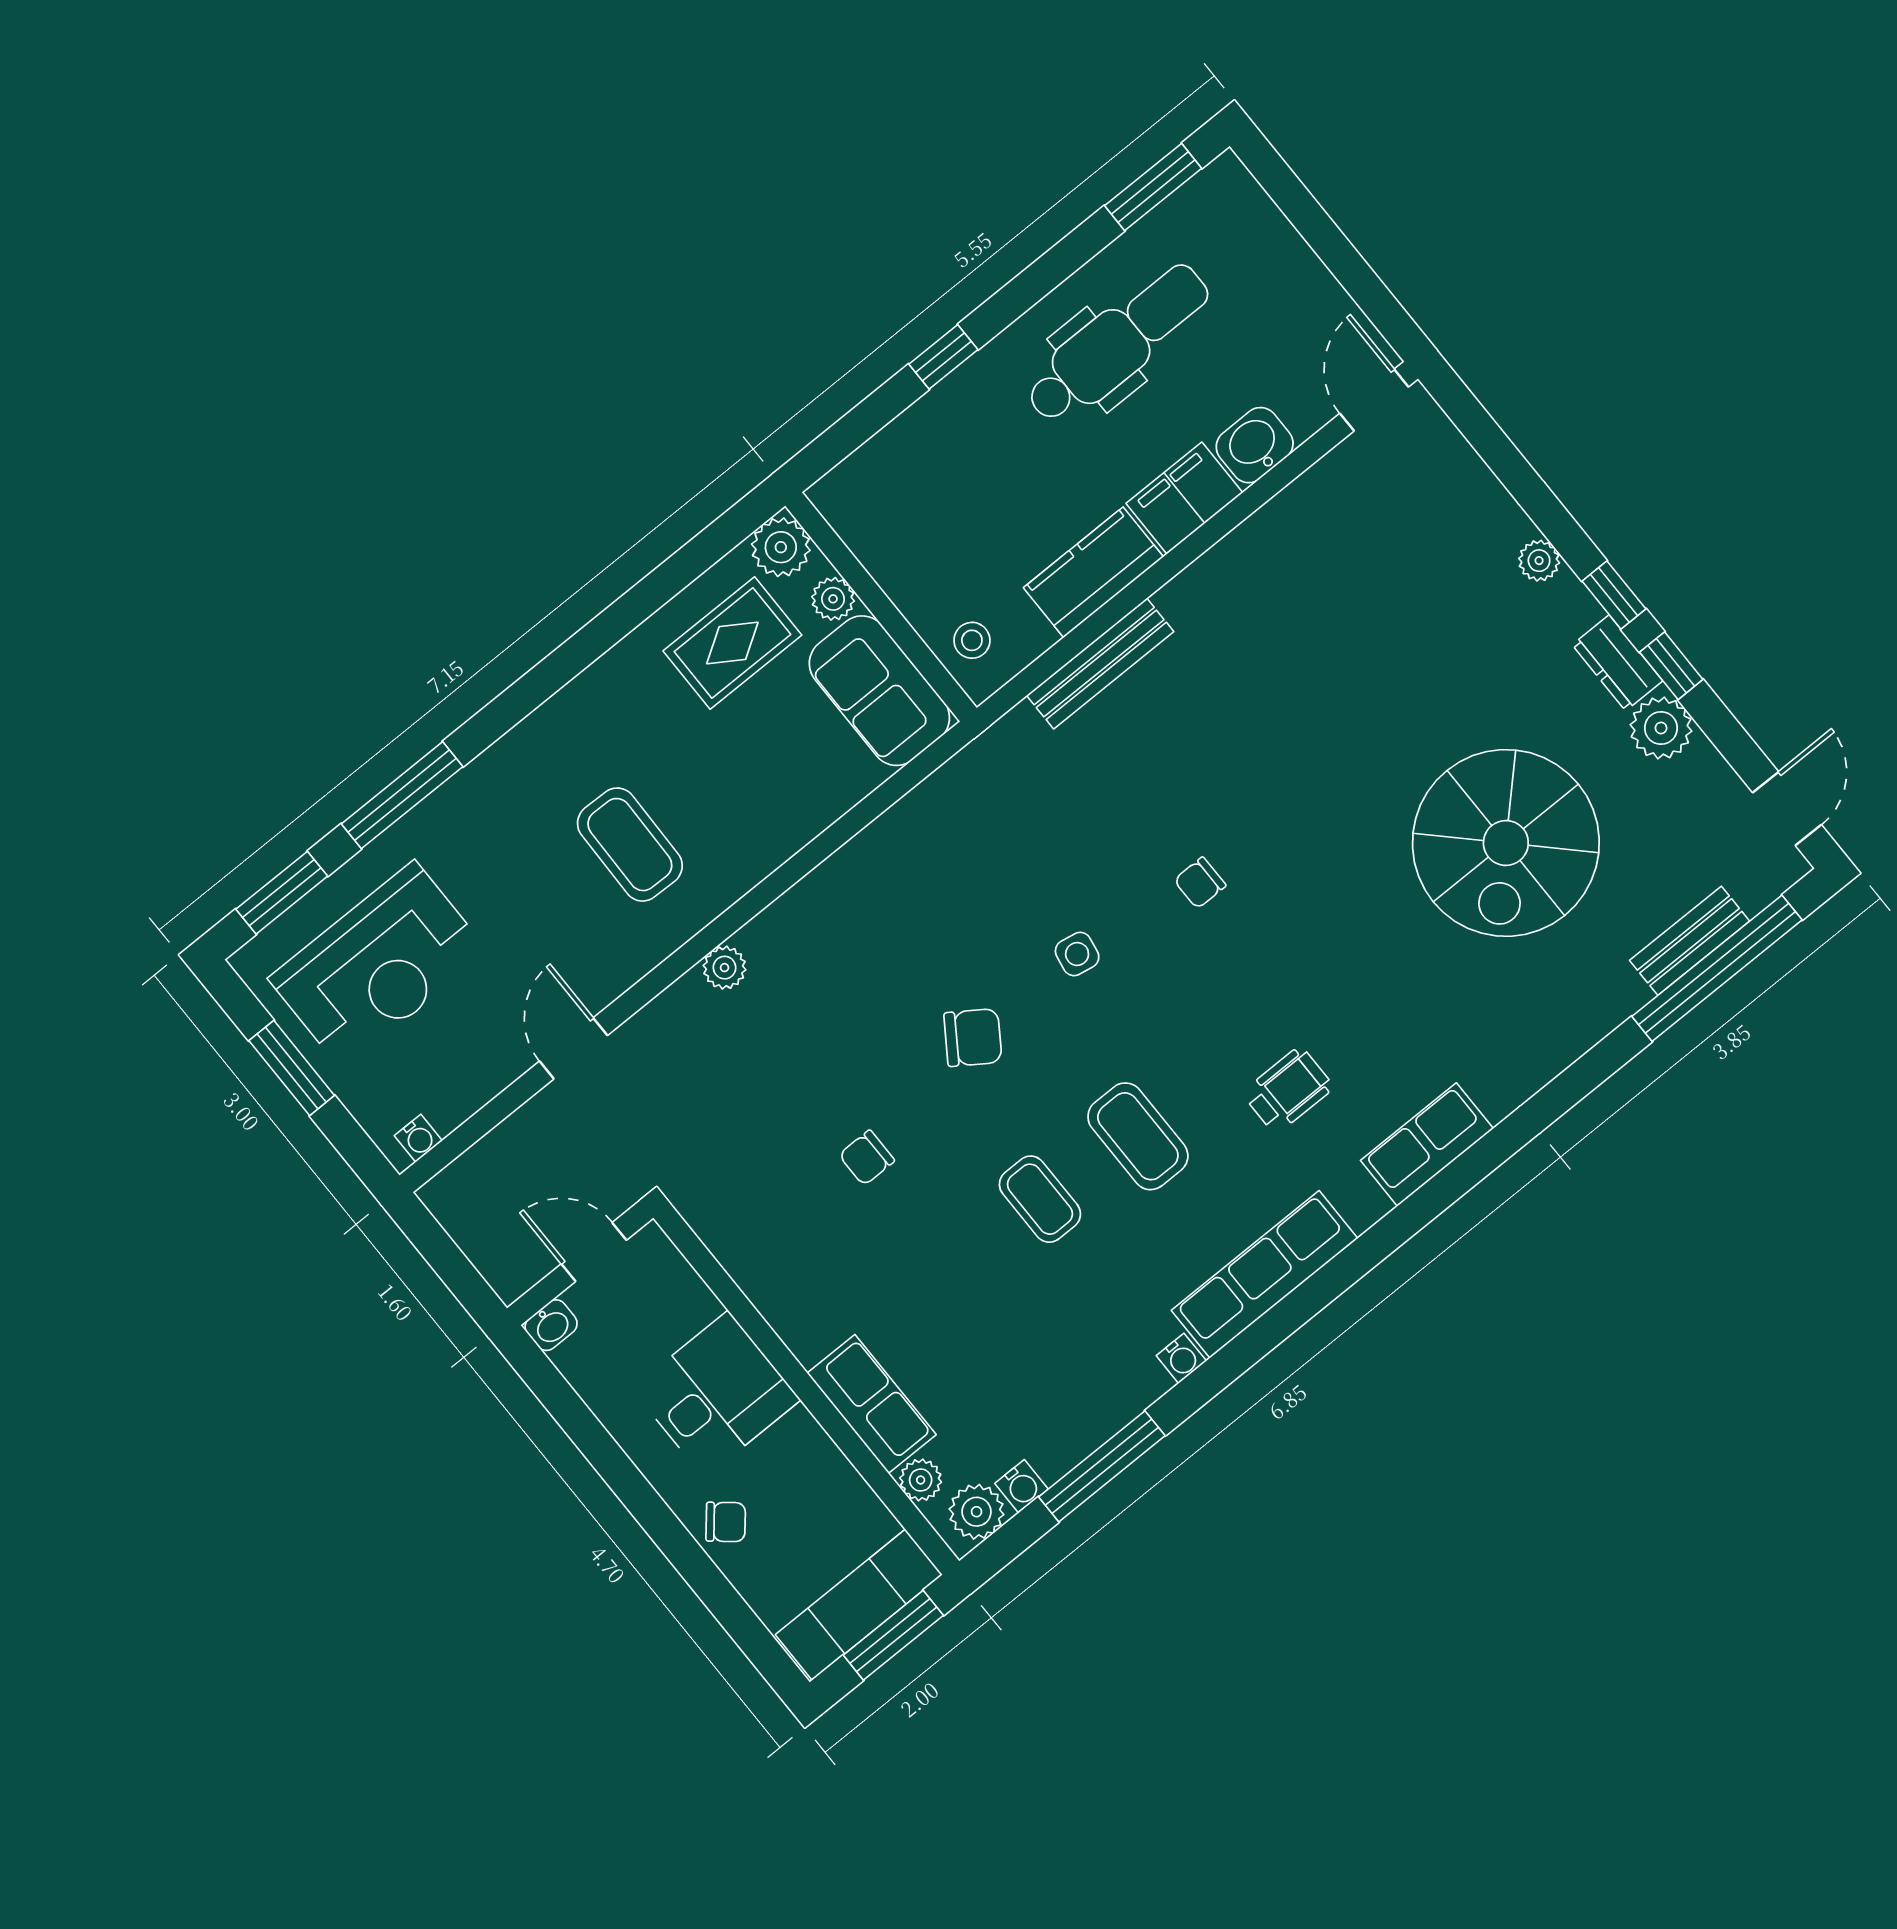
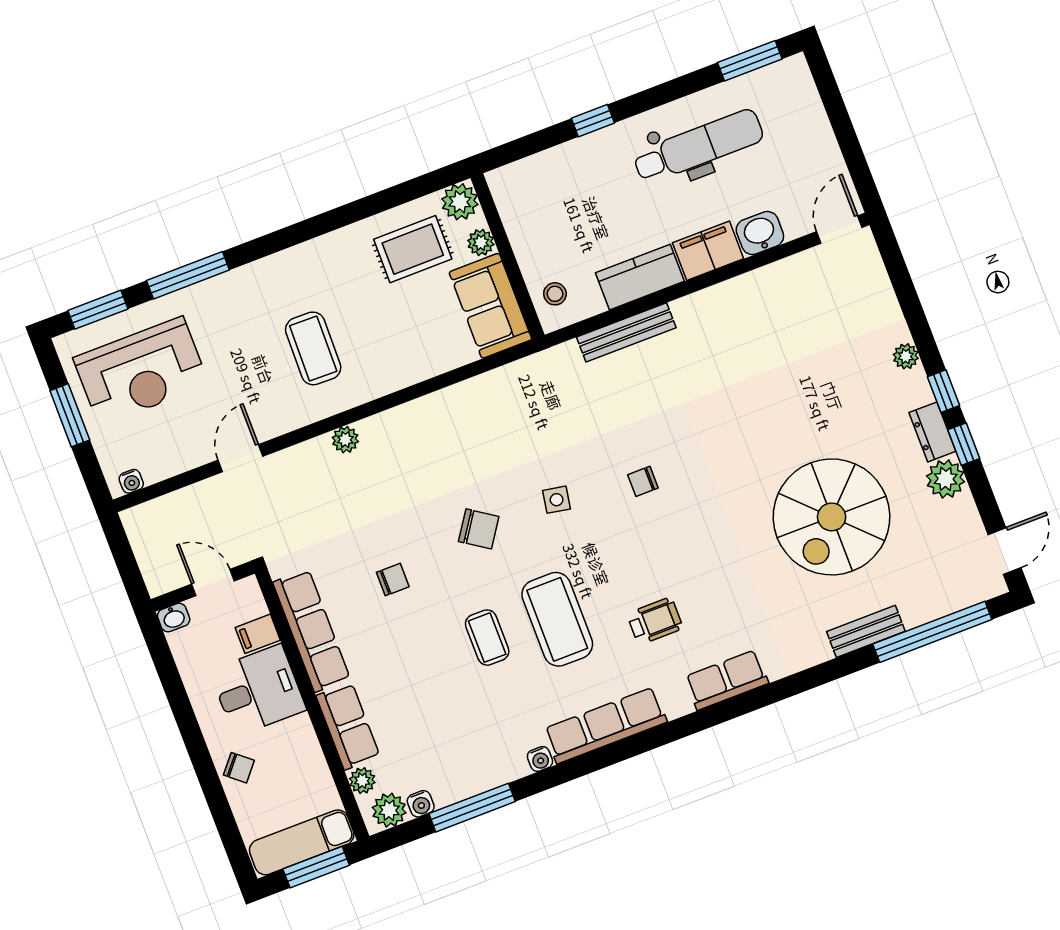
bench: (1690, 941) -> (866, 631), moved
coffee table: (1138, 1136) -> (557, 619), width x1.36, depth x1.32
chair: (867, 1158) -> (393, 580), turned 180
row of seats: (768, 1276) -> (311, 631), added
filing cabinet: (688, 1308) -> (258, 634), added

